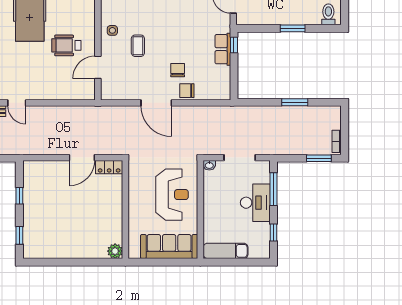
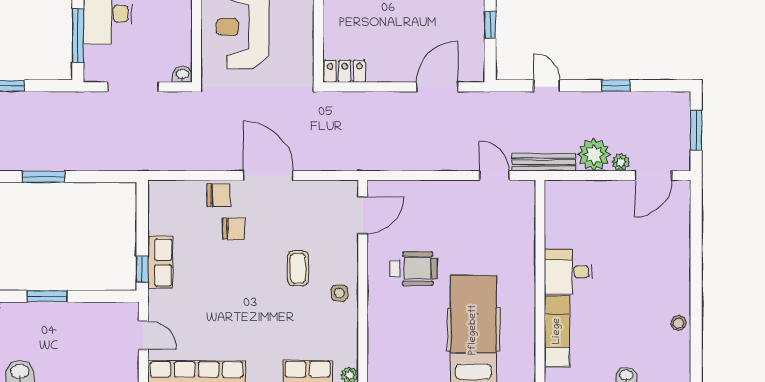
door: (98, 67) -> (363, 215), moved
chair: (178, 70) -> (234, 229), turned -90
door: (82, 158) -> (437, 87), moved

